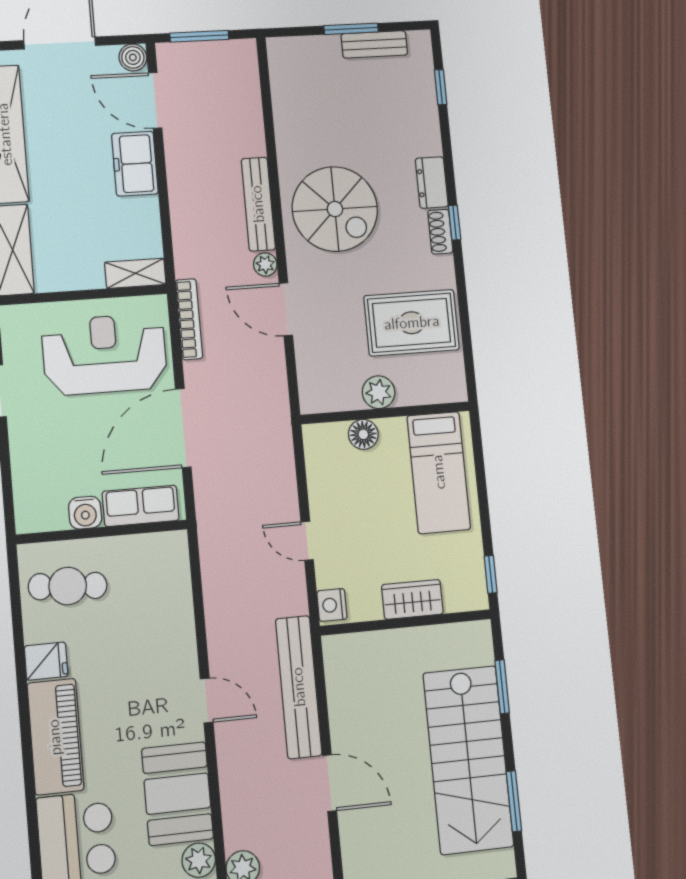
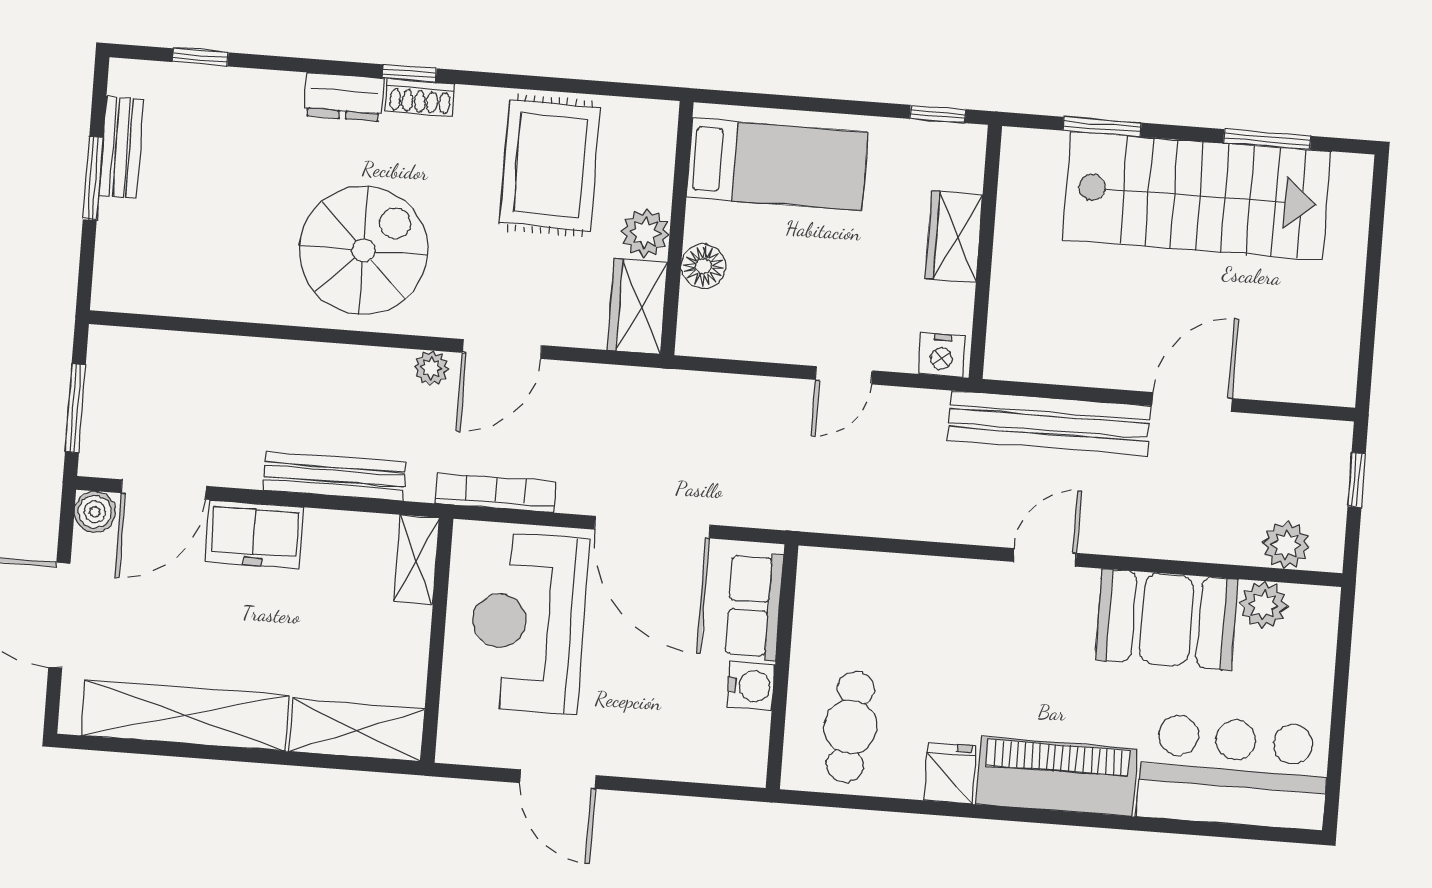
bench: (258, 204) -> (334, 476), moved
wardrobe: (329, 395) -> (637, 306), added

